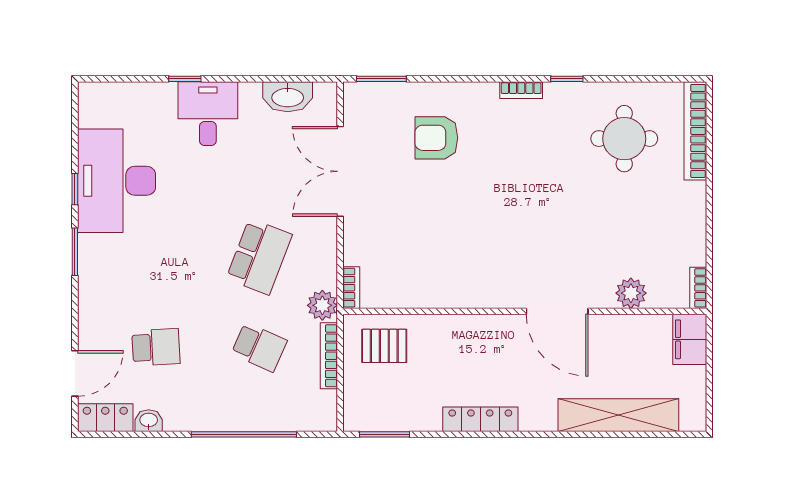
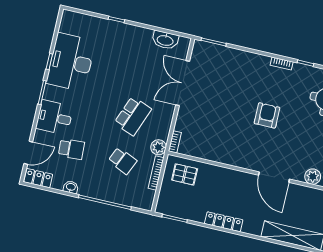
desk: (208, 114) -> (55, 117), moved, turned -90
armchair: (436, 138) -> (267, 115), moved, turned 90
washbasin: (149, 421) -> (71, 187), moved

